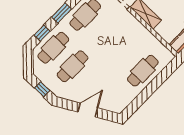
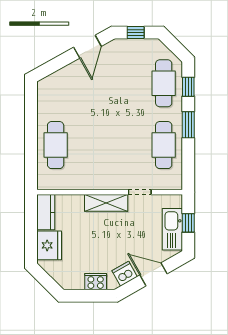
cafe table: (73, 66) -> (128, 83), removed
door: (88, 110) -> (88, 47), moved

